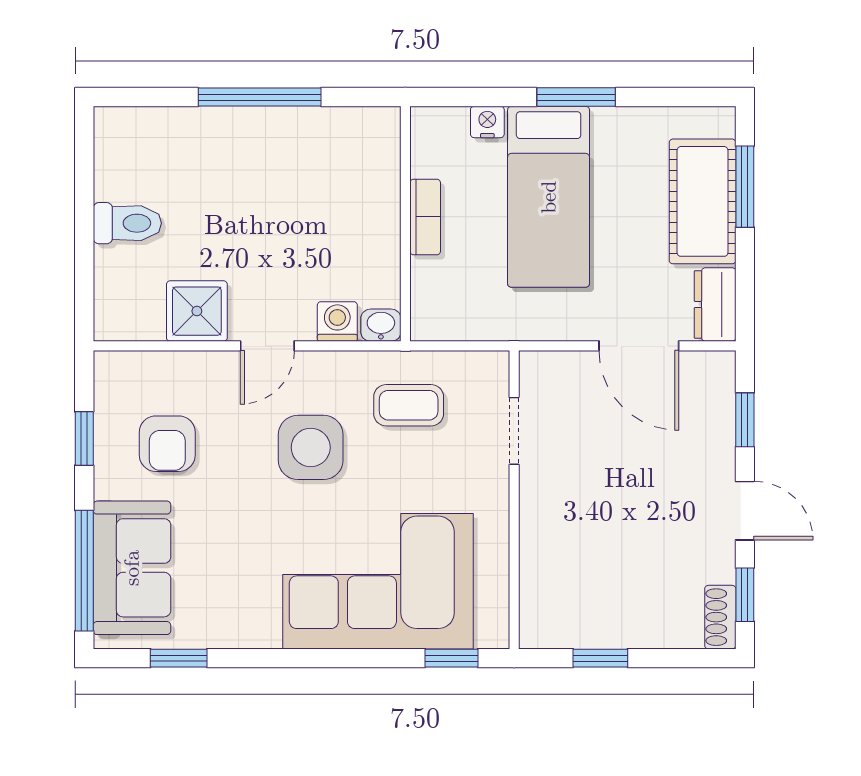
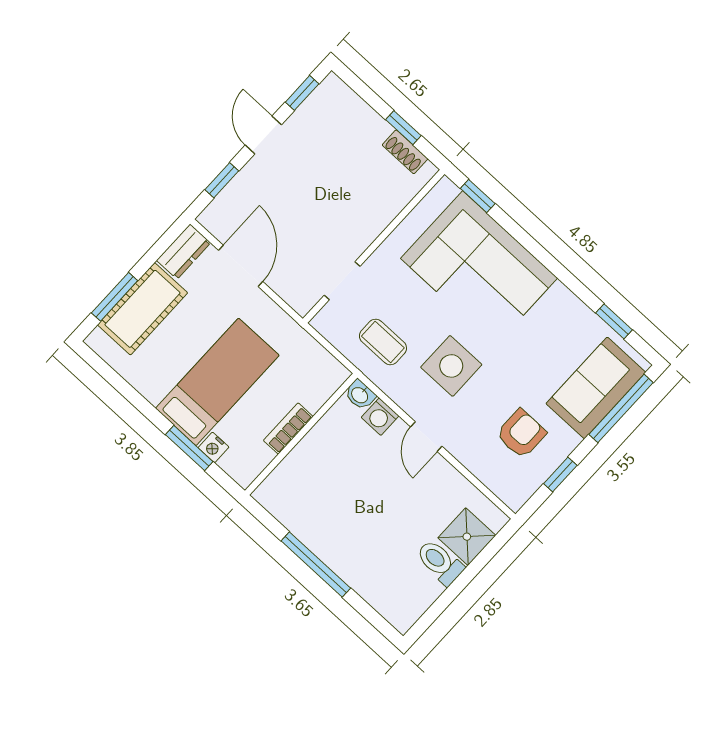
window: (576, 97) -> (189, 448), moved
shower: (197, 311) -> (467, 537), moved
door: (267, 346) -> (426, 437), swing flipped
shoe rack: (720, 617) -> (405, 152), moved, turned 90

